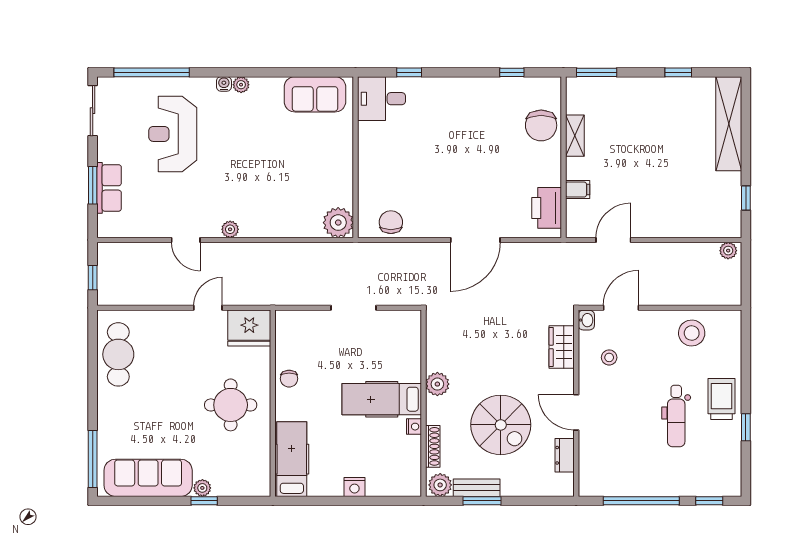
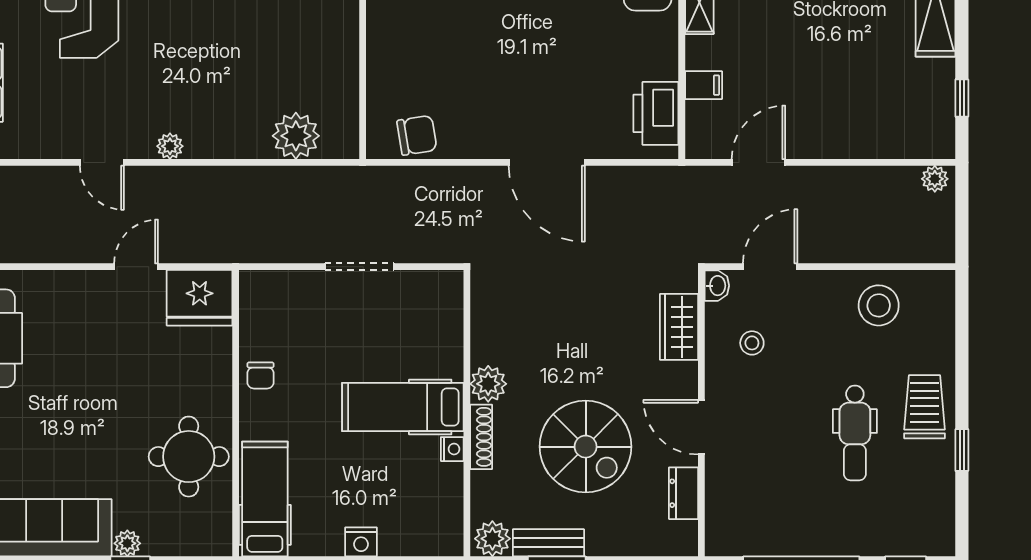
chair: (391, 222) -> (417, 135), turned 81
plant: (338, 223) -> (296, 136), moved
door: (475, 240) -> (547, 162), hinge flipped
round table: (231, 405) -> (189, 457), moved
shoe rack: (433, 446) -> (481, 437), moved

